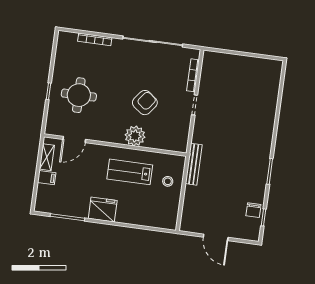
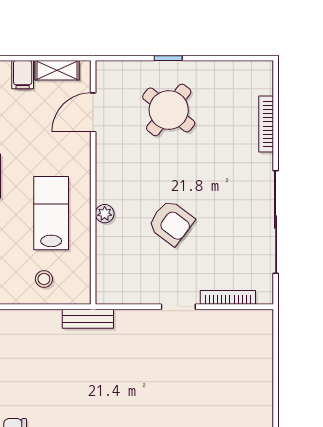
round table: (79, 95) -> (169, 110), turned 38
plant: (135, 136) -> (105, 214), width x0.53, depth x0.53
door: (74, 139) -> (93, 112), hinge flipped
bench: (194, 164) -> (88, 319), width x0.73

